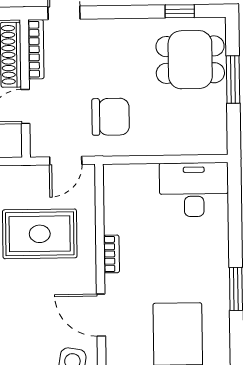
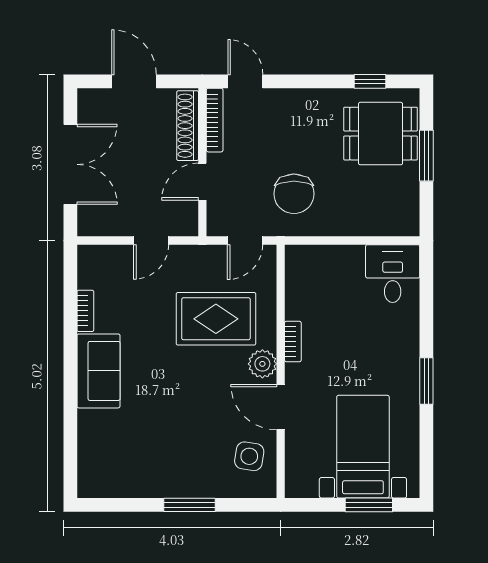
chair: (111, 117) -> (294, 194), turned 90
desk: (194, 190) -> (393, 274), width x0.73
plant: (83, 275) -> (262, 364), added

